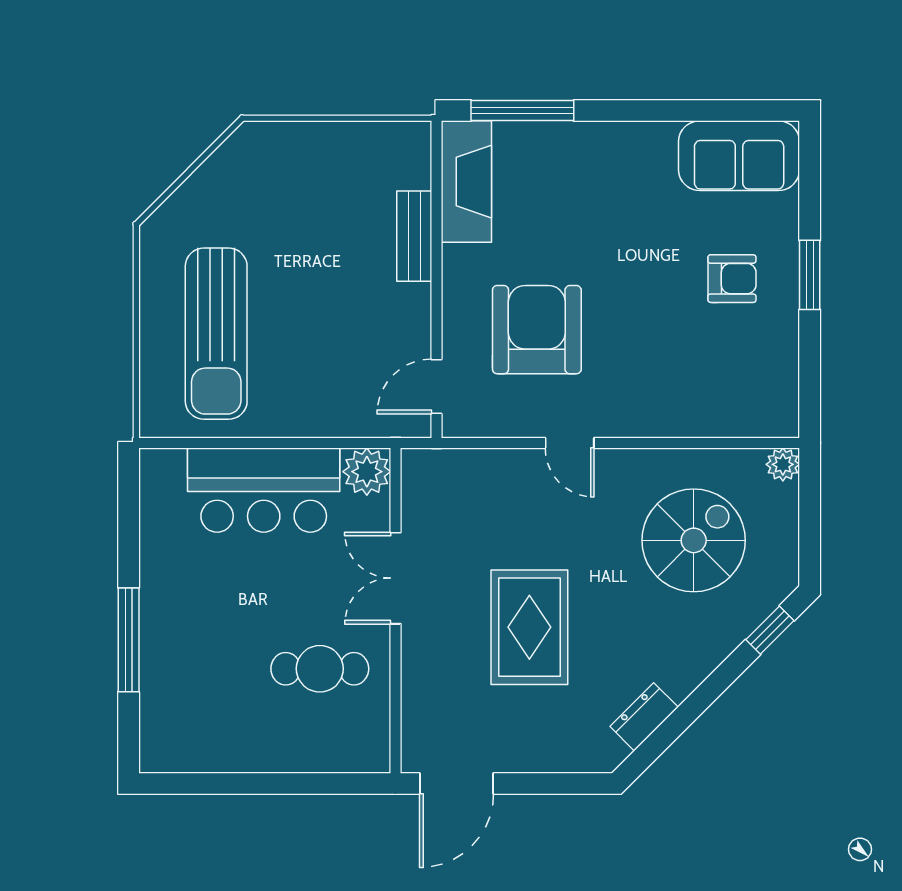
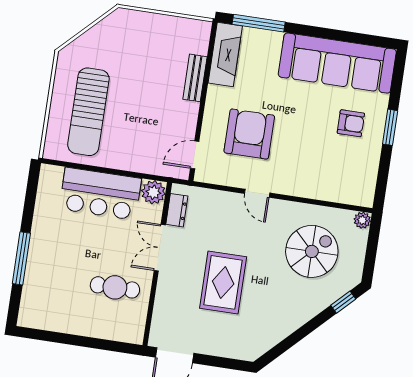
sofa: (739, 156) -> (337, 63), width x1.85, depth x1.27
dresser: (644, 717) -> (177, 210), moved, turned 135

